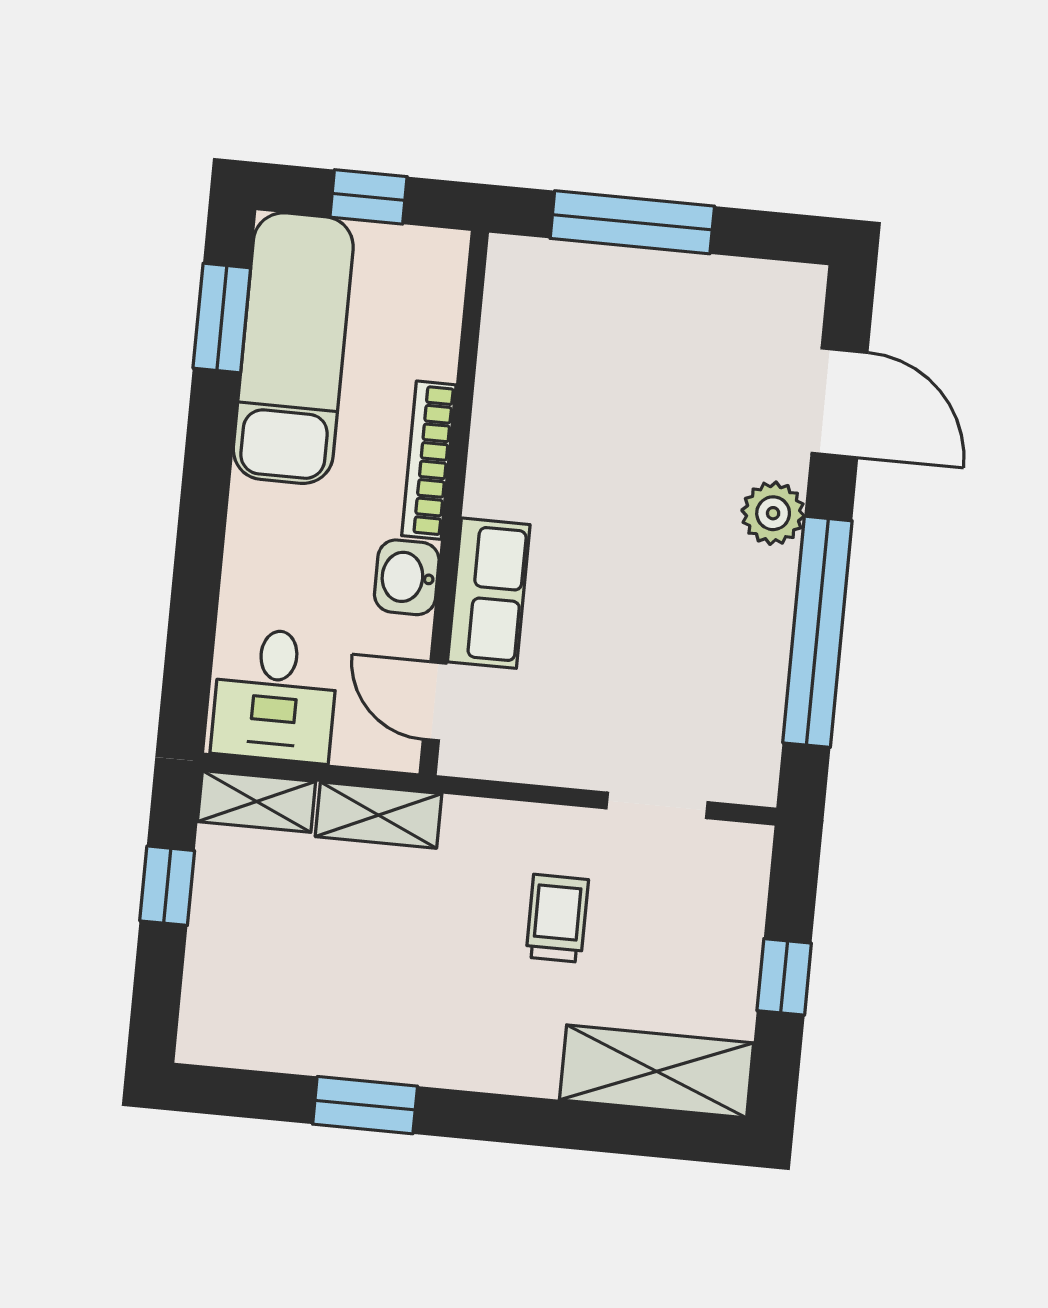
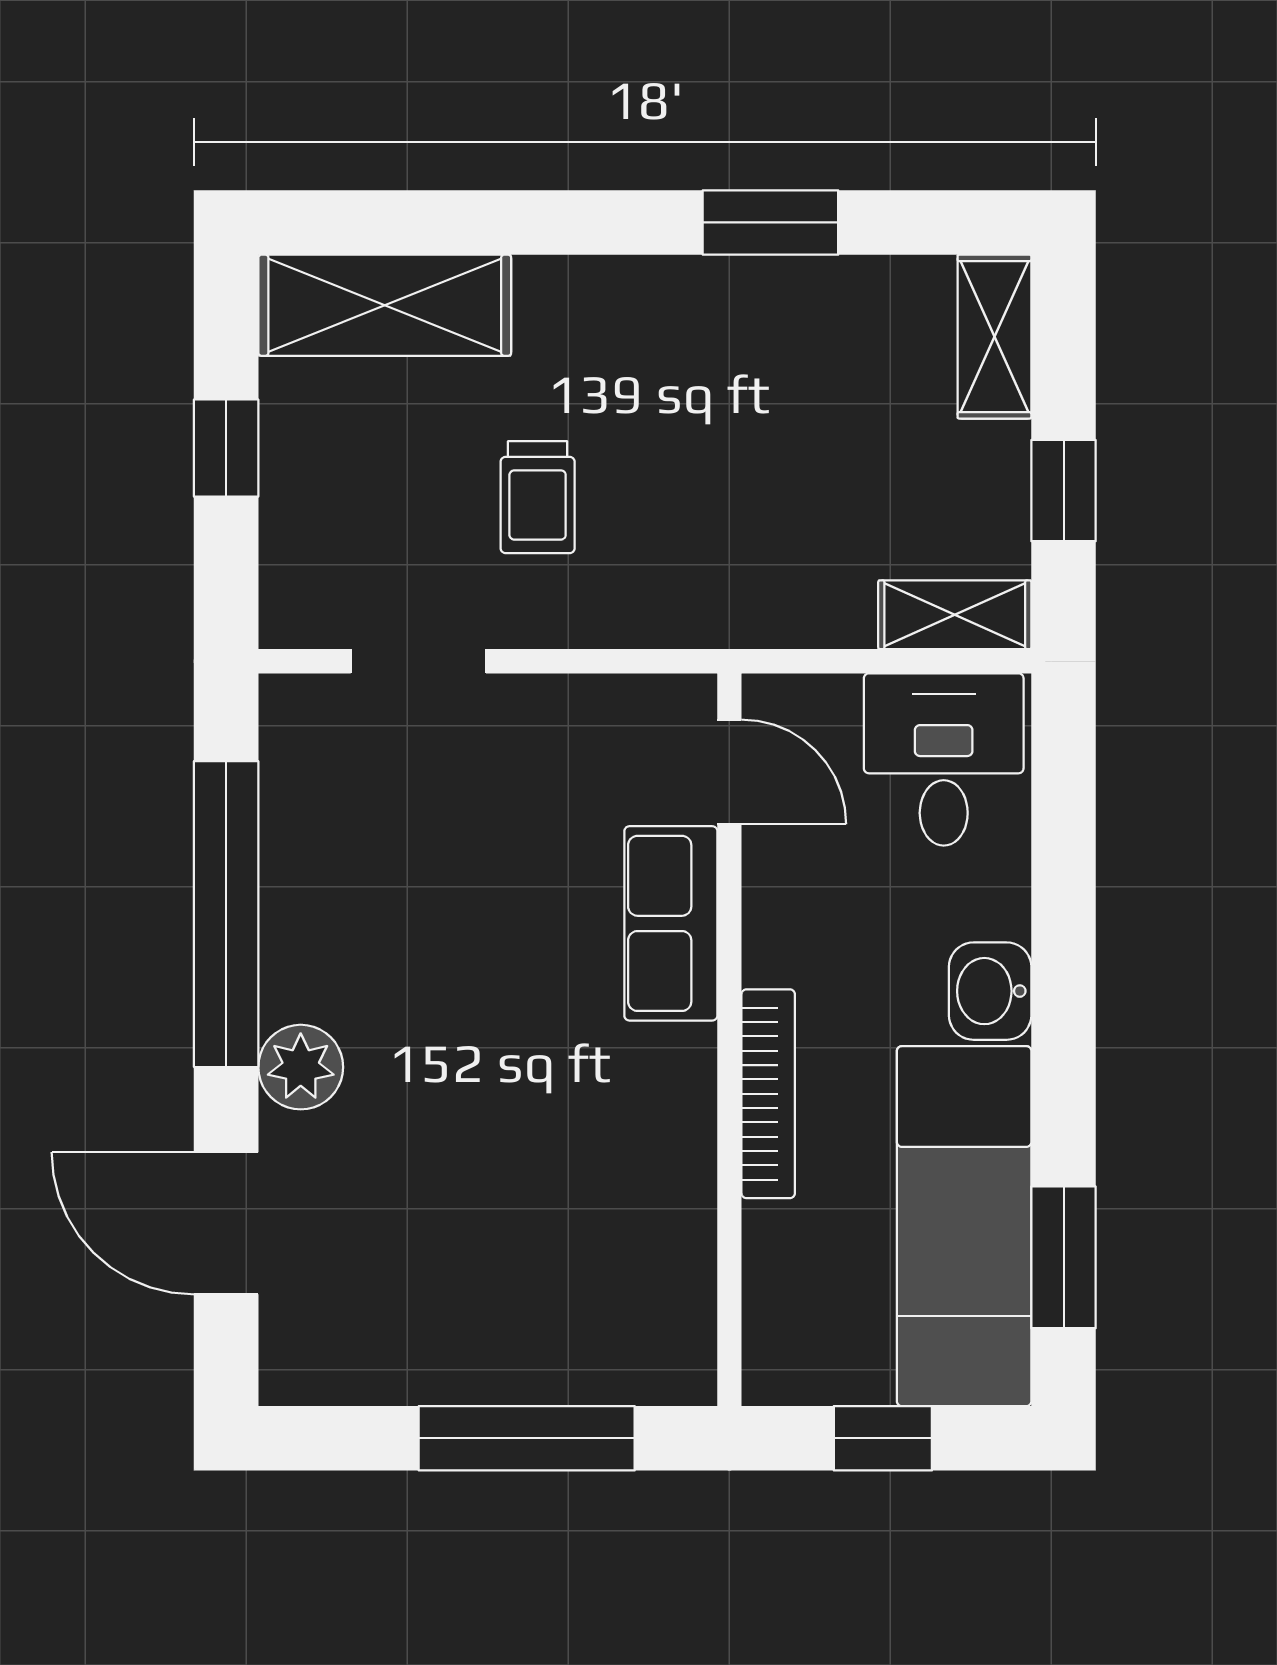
washbasin: (407, 577) -> (990, 991), moved, turned 180
shelving: (379, 815) -> (994, 337), moved, turned 90

